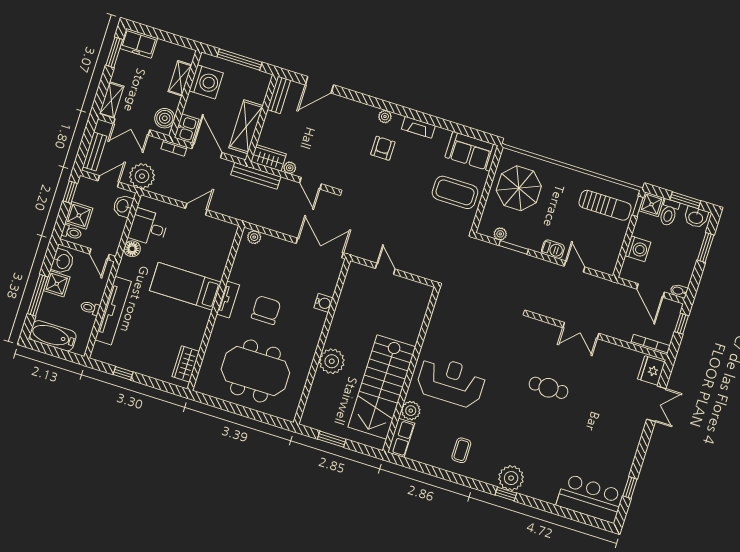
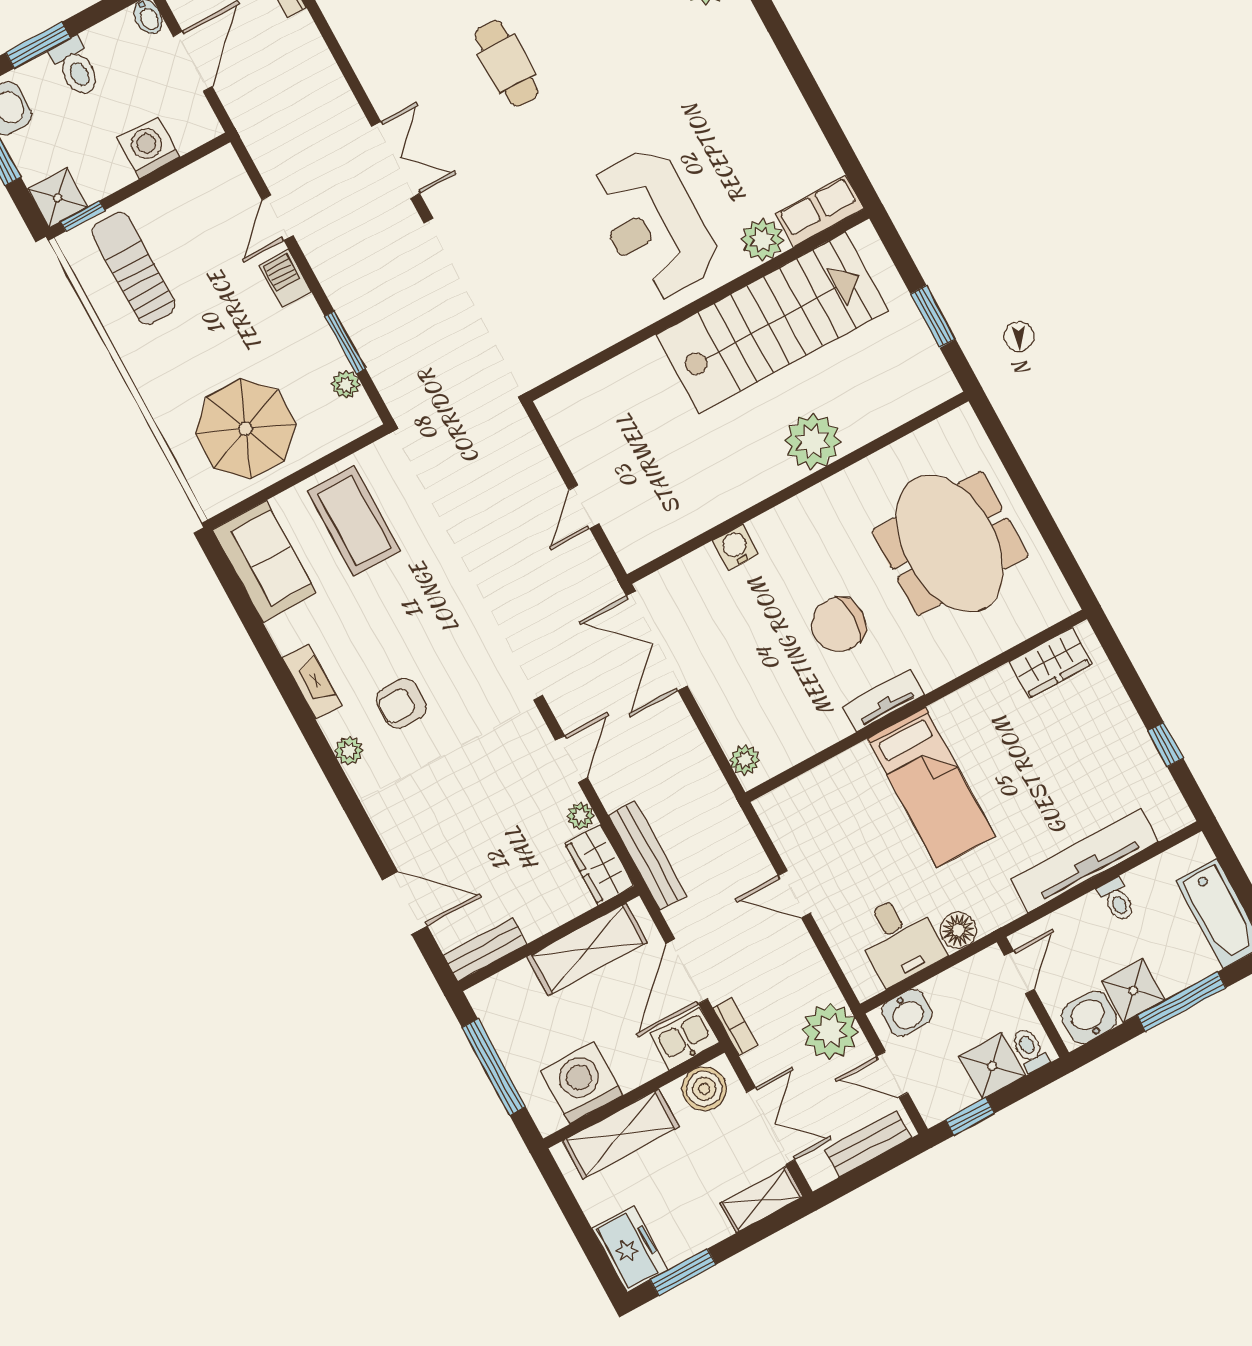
shelving: (180, 78) -> (621, 1134), width x1.50, depth x1.33
toilet: (669, 213) -> (76, 67), moved, turned 90
double door: (581, 330) -> (396, 160), moved
coffee table: (461, 450) -> (743, 98), removed

